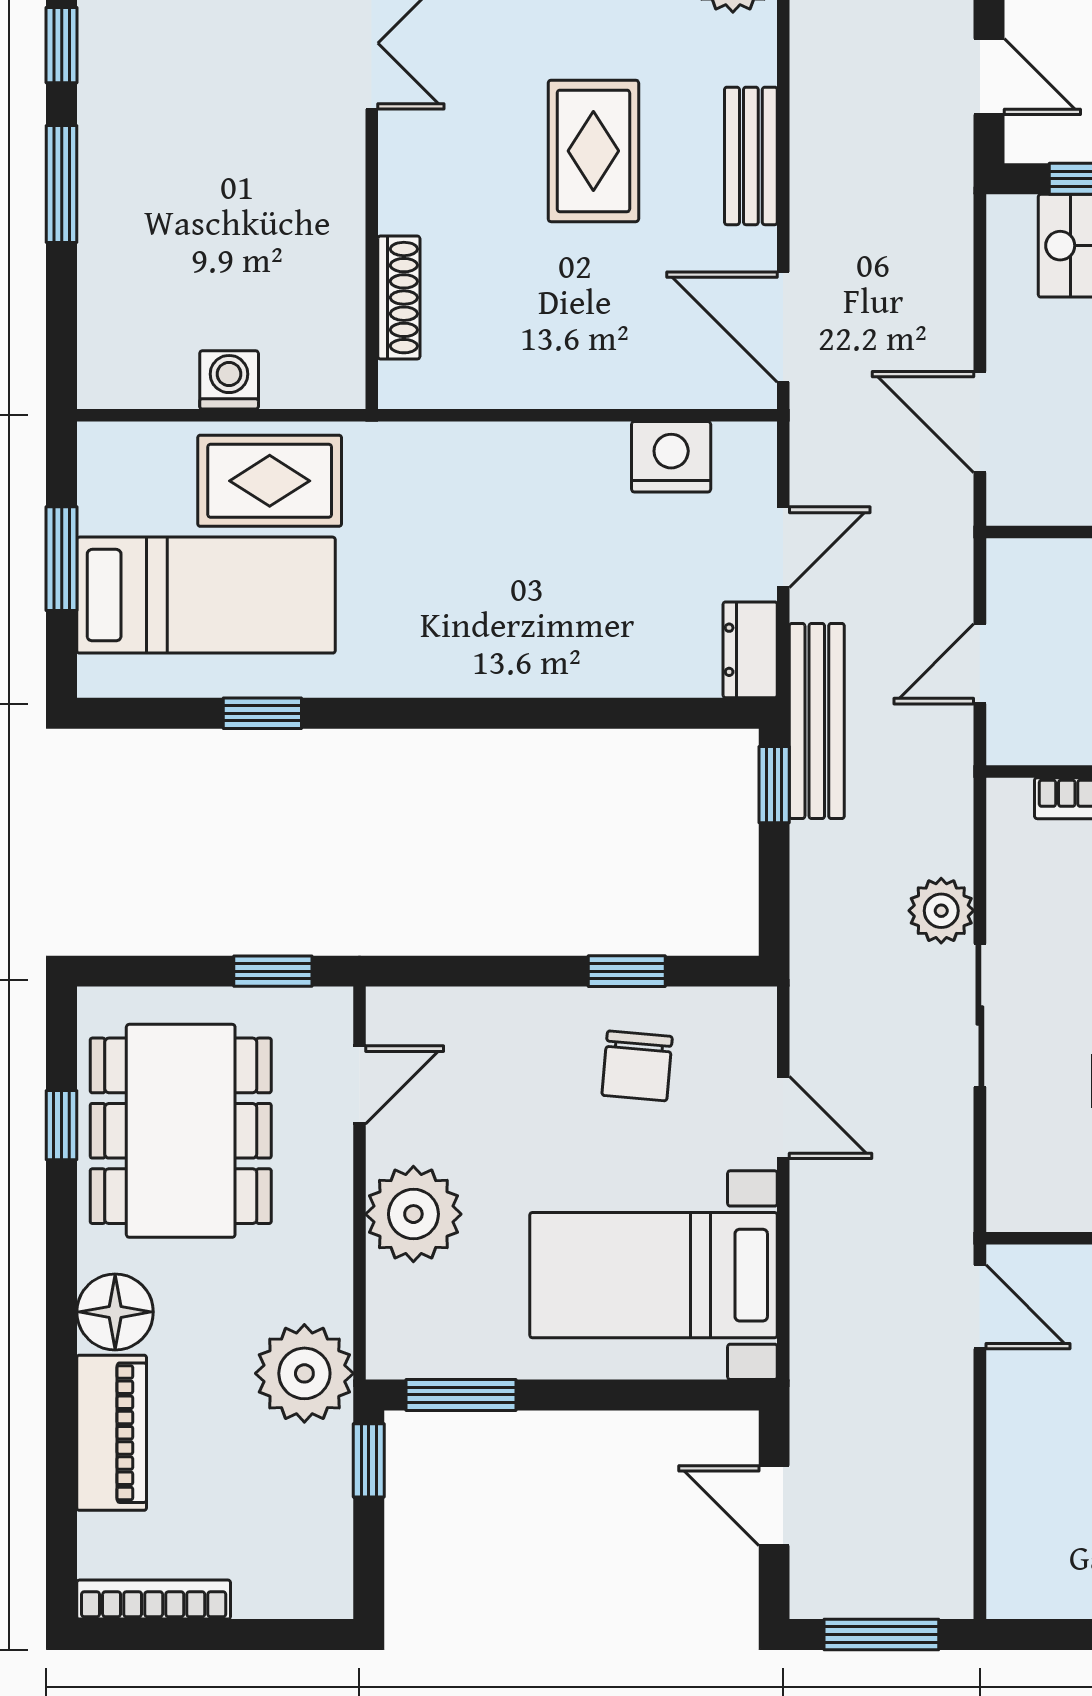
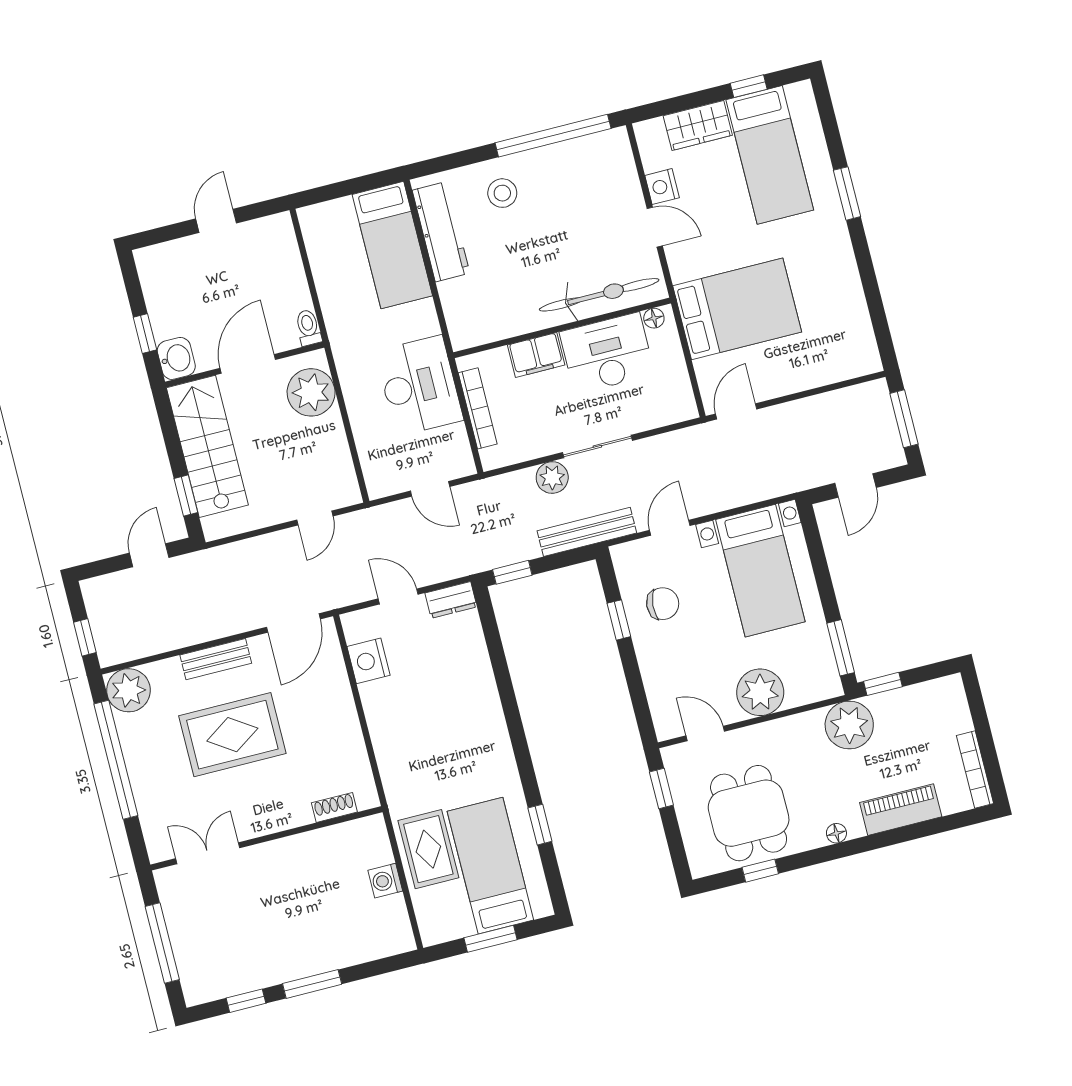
rug: (593, 151) -> (232, 735), width x1.36, depth x1.43
shoe rack: (399, 298) -> (334, 807), width x0.70
door: (980, 422) -> (315, 518), width x0.73
bench: (817, 721) -> (587, 532), moved
dining table: (181, 1131) -> (749, 813), width x0.73
floor lamp: (115, 1312) -> (836, 833), width x0.53, depth x0.53

